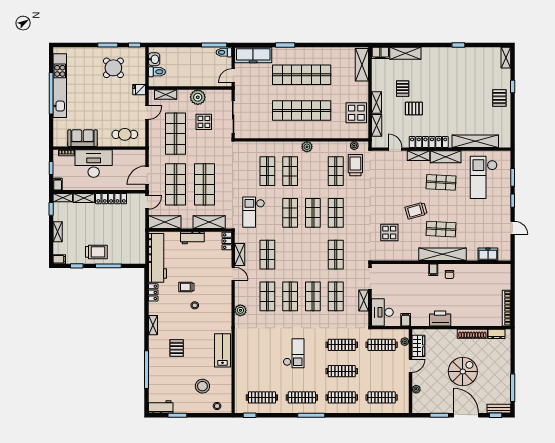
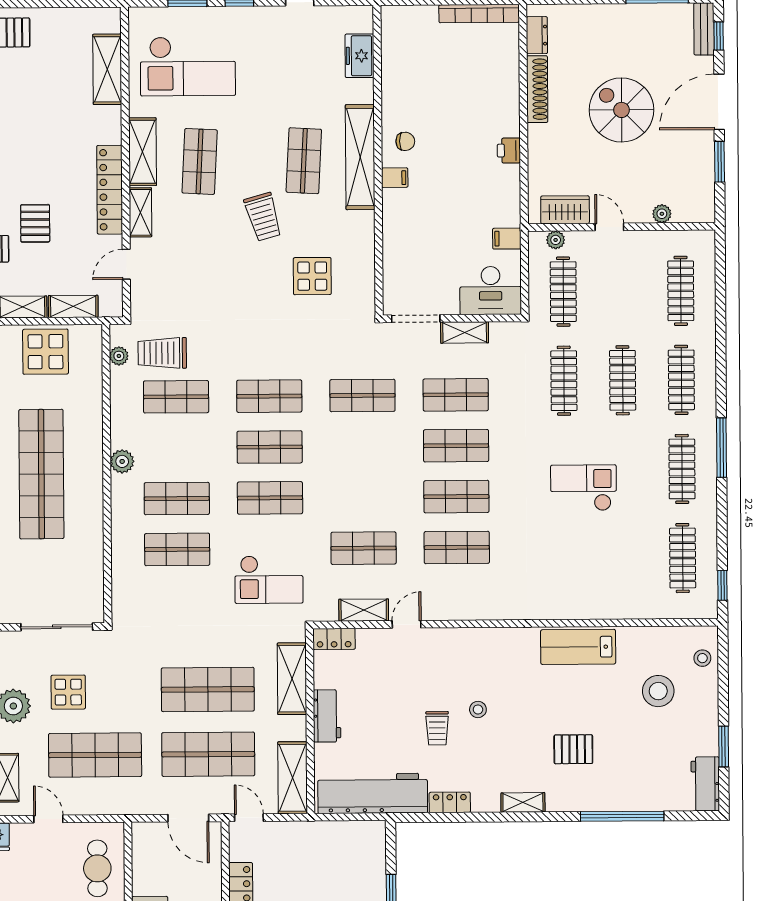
shelving: (475, 141) -> (107, 69), width x0.68
plant: (240, 310) -> (488, 607), removed
printer: (440, 318) -> (509, 150), width x0.53, depth x0.68

